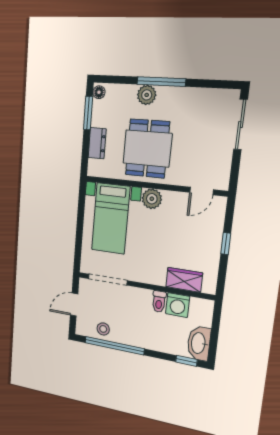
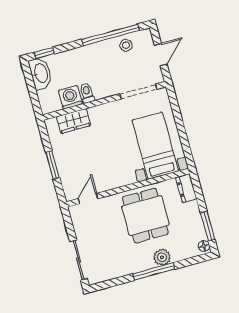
dresser: (97, 143) -> (186, 188), moved
plant: (152, 199) -> (126, 176), removed
window: (226, 244) -> (53, 165), width x1.50

